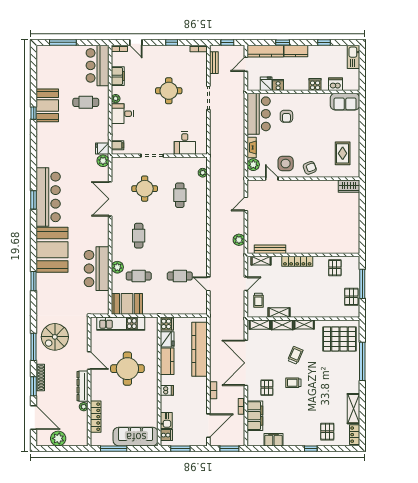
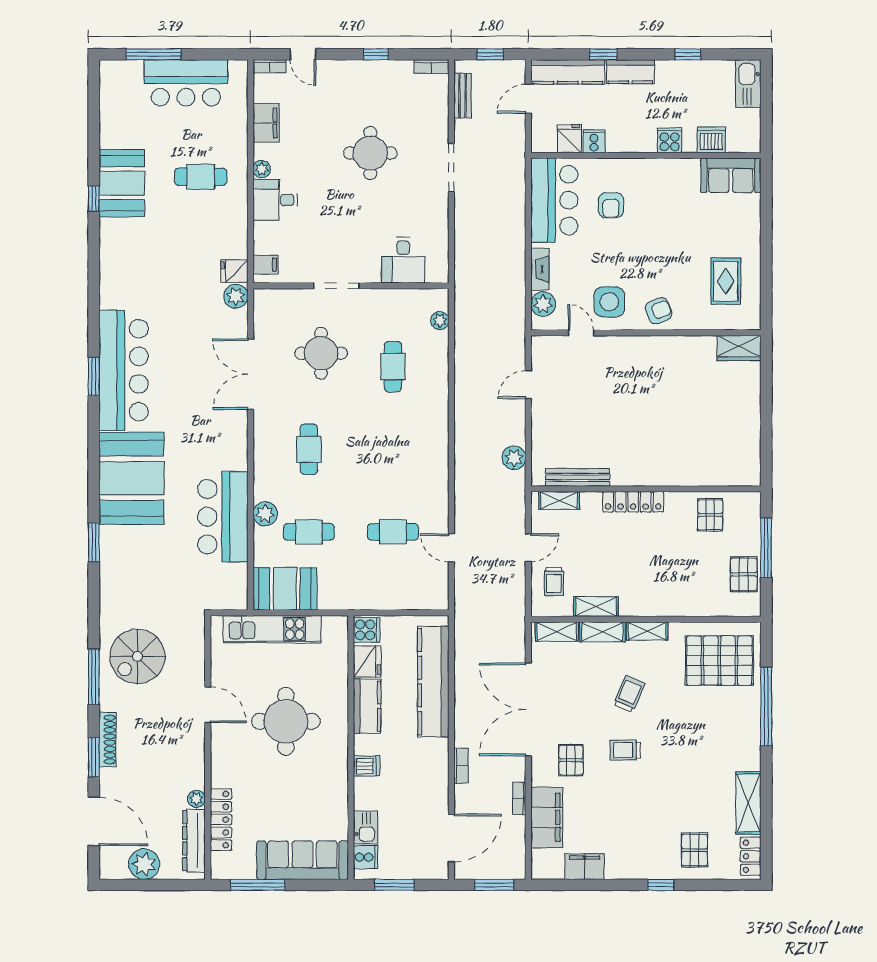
bar counter: (98, 65) -> (186, 83), moved, turned -90
dresser: (82, 386) -> (194, 841), moved

